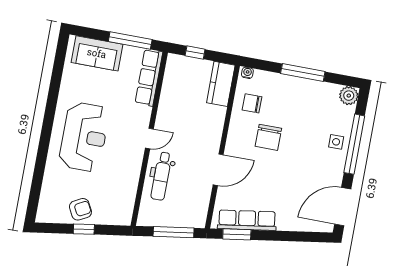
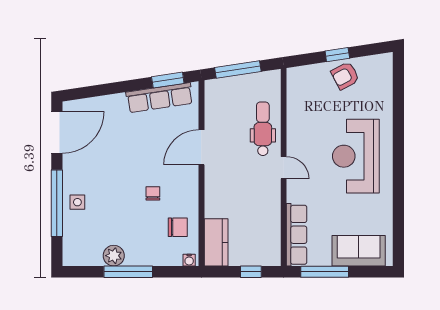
plant: (349, 96) -> (114, 256), moved
chair: (268, 137) -> (153, 193), width x0.54, depth x0.54
door: (149, 138) -> (284, 168), swing flipped

